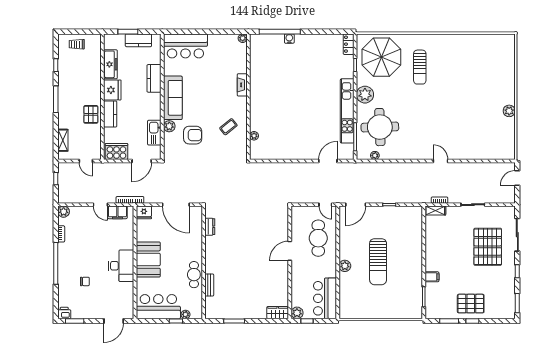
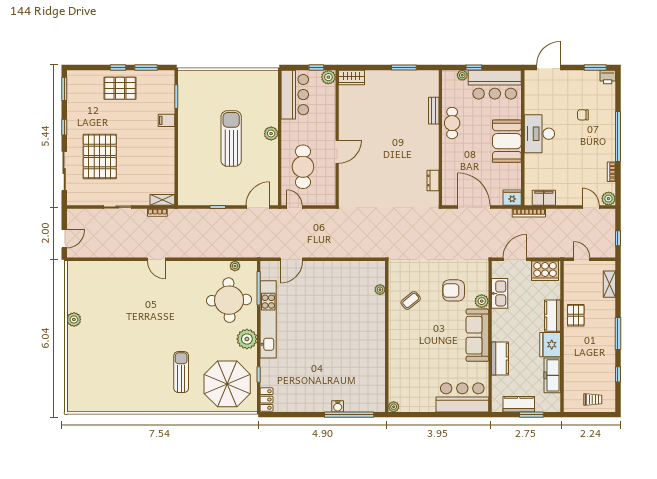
fireplace: (242, 85) -> (394, 351), removed
door: (100, 205) -> (591, 207), moved

